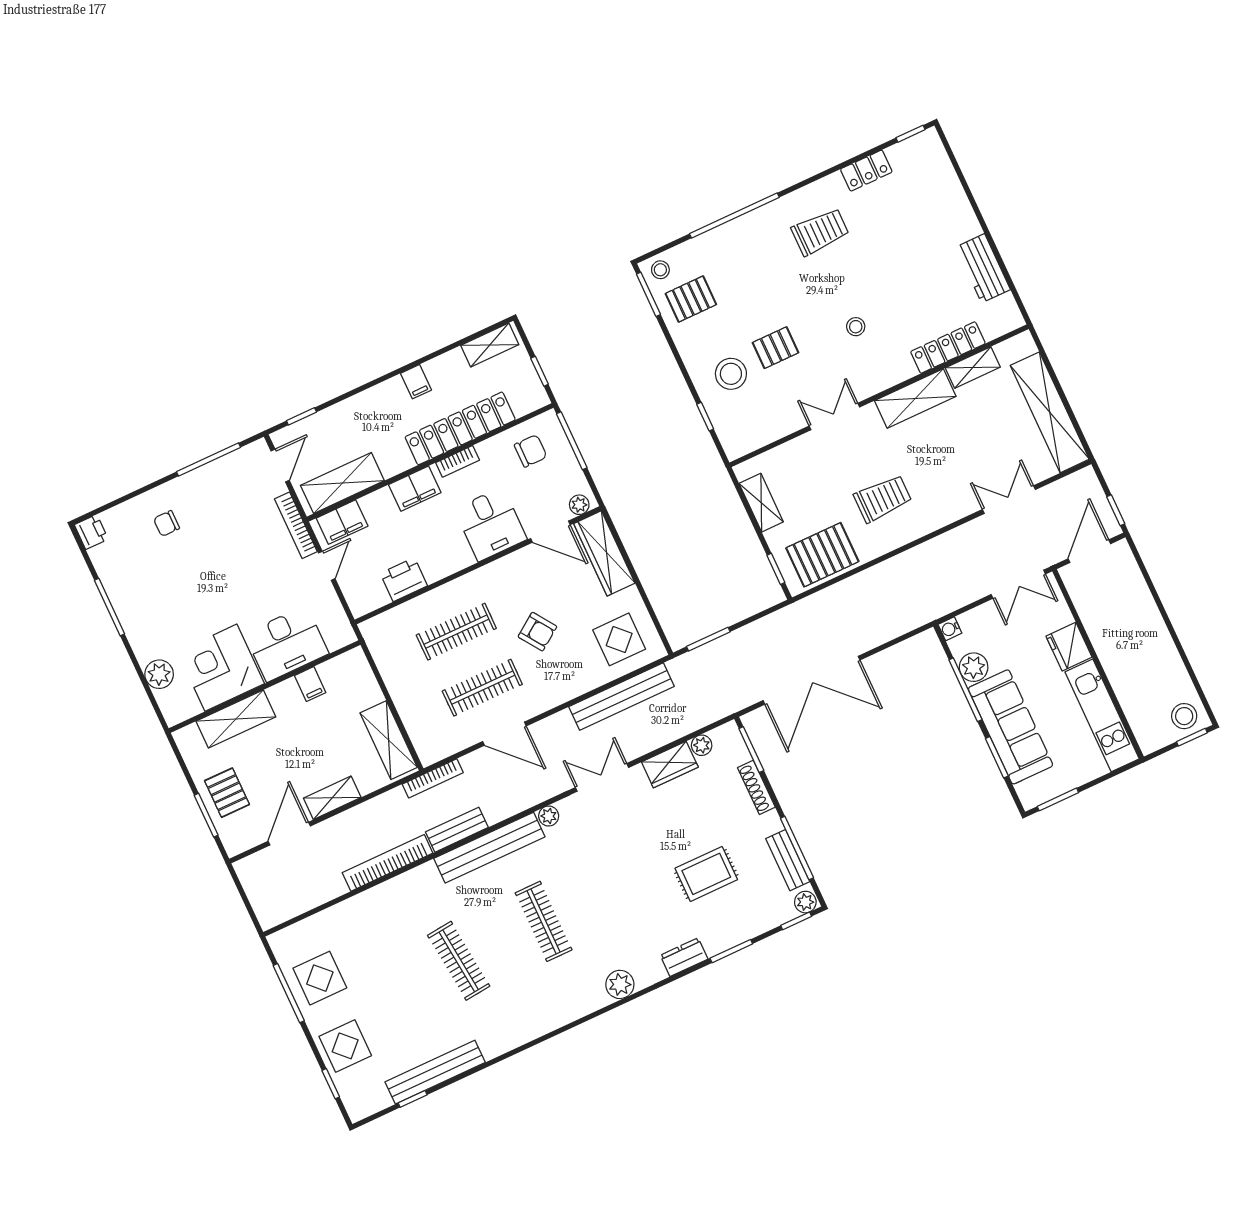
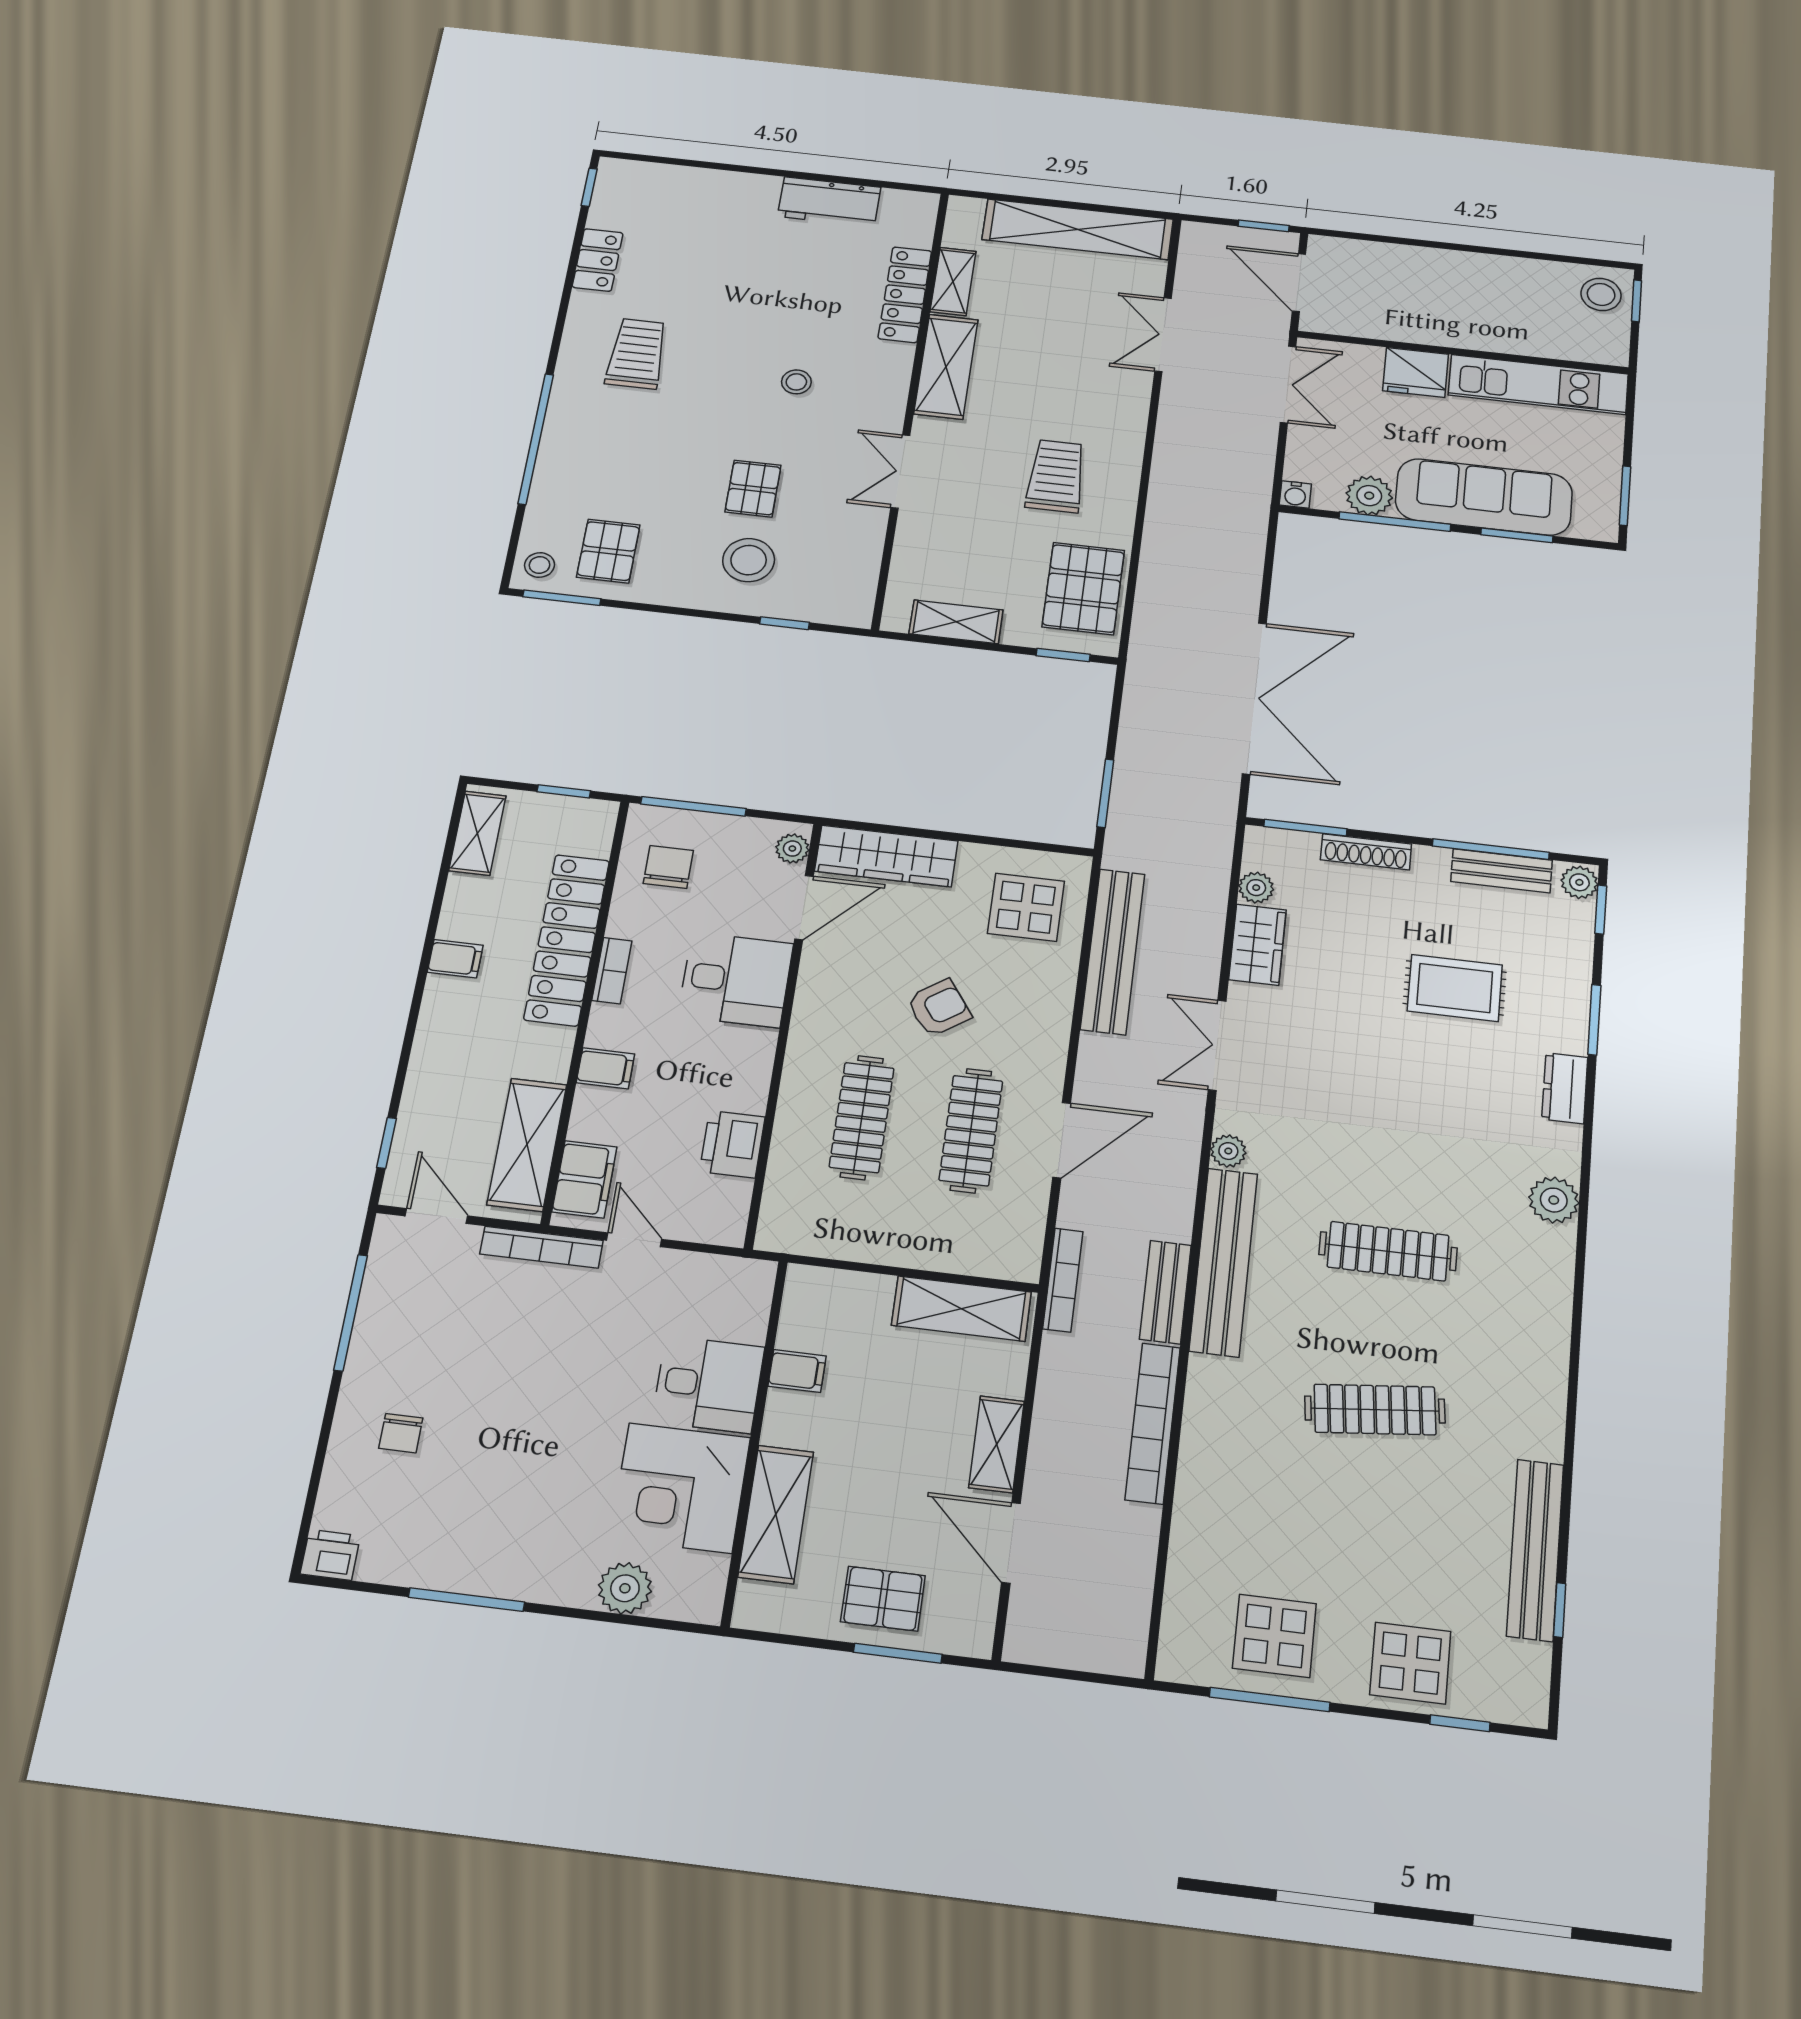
filing cabinet: (415, 489) -> (605, 1068), width x0.50
desk: (286, 644) -> (708, 1384), width x0.73
rug: (706, 874) -> (1455, 988), turned 90

